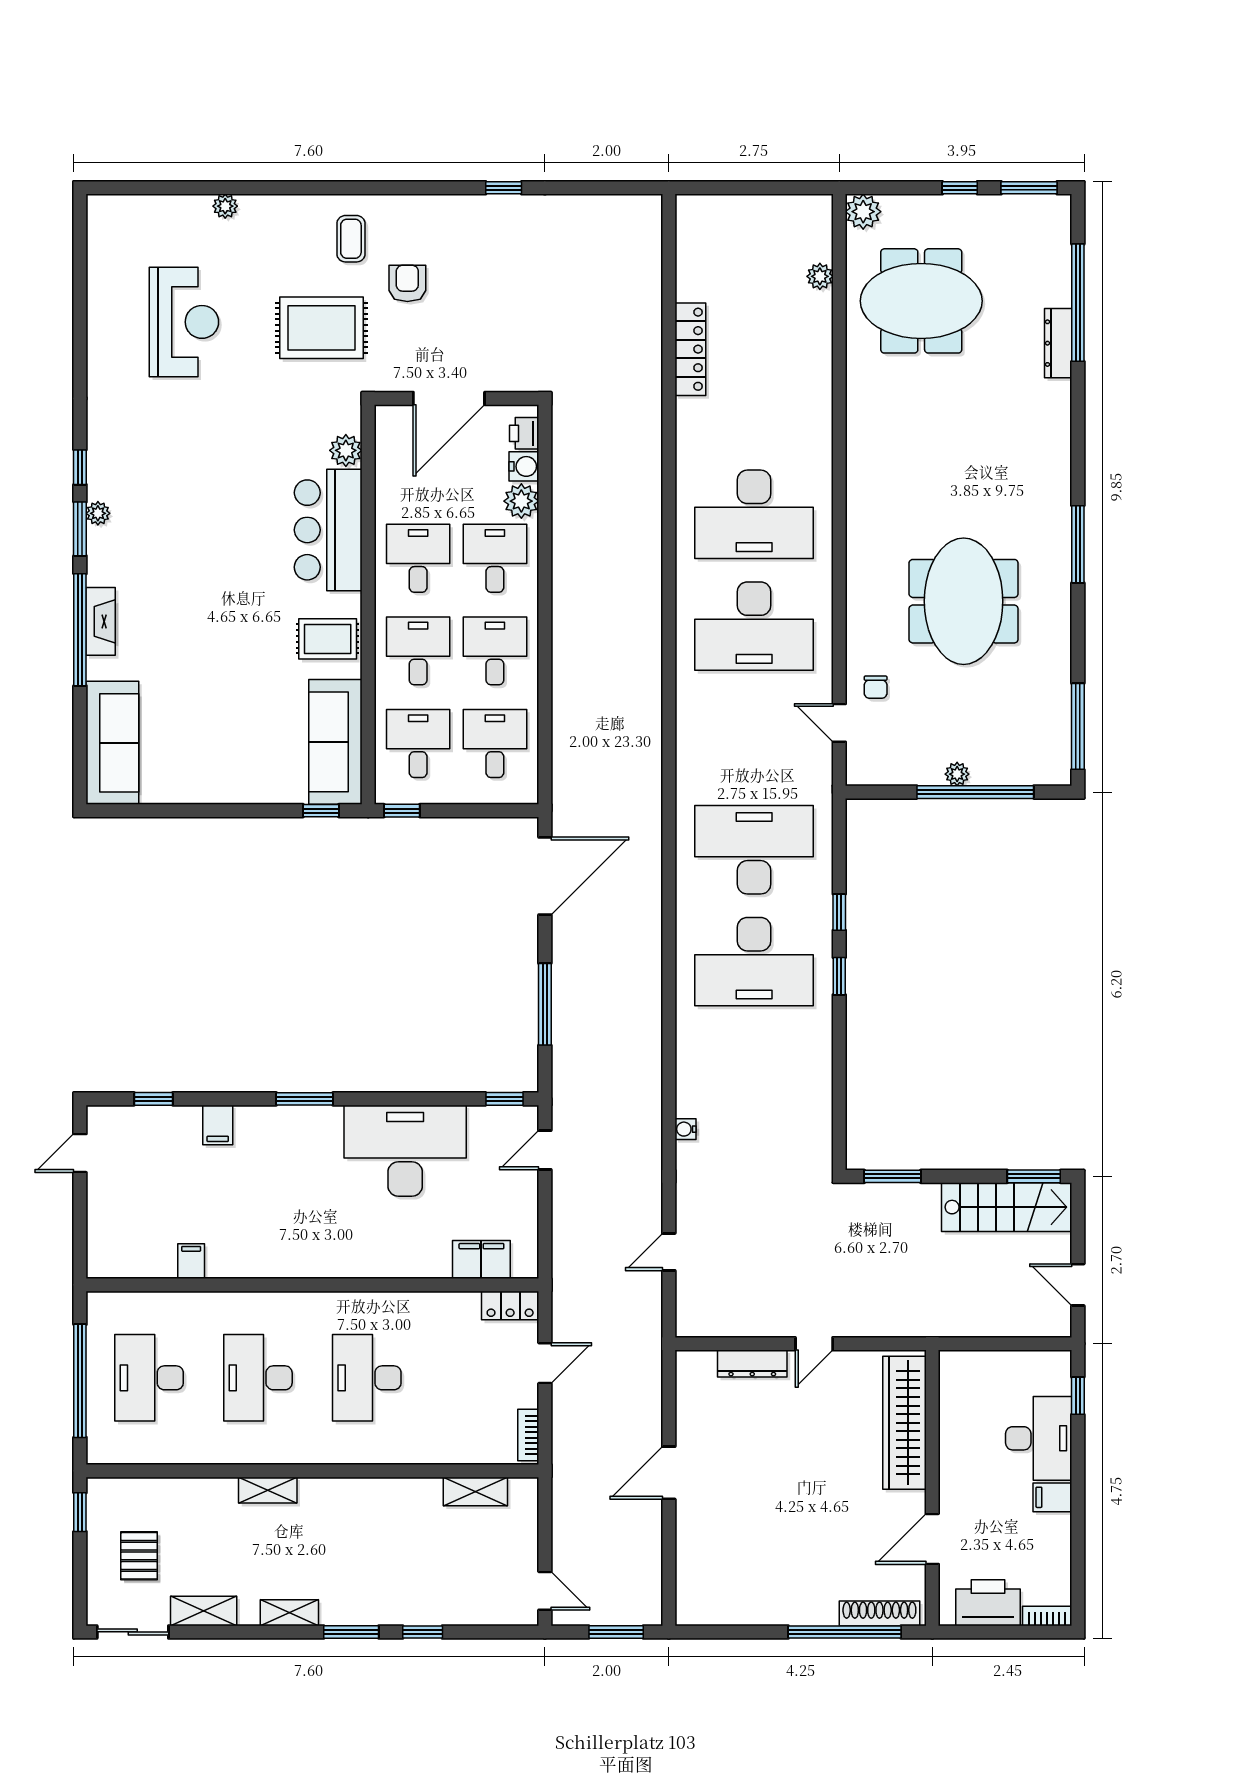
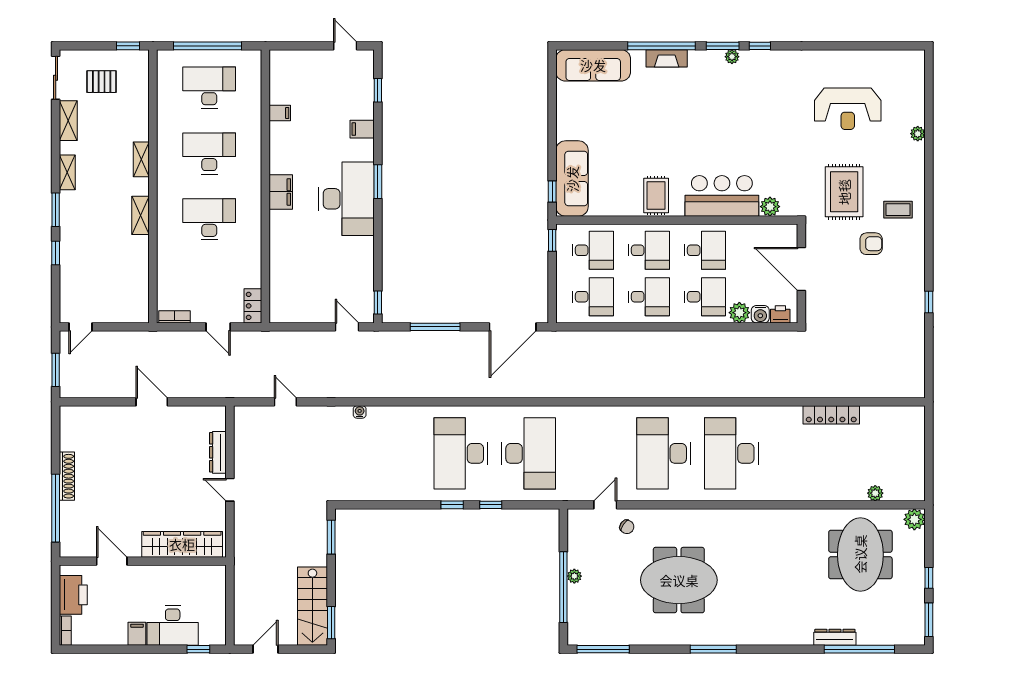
chair: (876, 687) -> (627, 527), turned -145
sofa: (335, 742) -> (572, 179), moved, turned 90
door: (545, 876) -> (513, 327), hinge flipped
desk: (405, 1151) -> (347, 199), moved
filing cabinet: (481, 1260) -> (281, 192), moved
shelving: (475, 1491) -> (141, 215), moved
shoe rack: (879, 1613) -> (67, 476), moved

